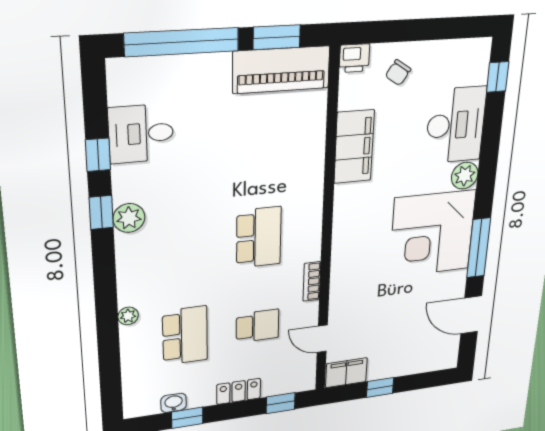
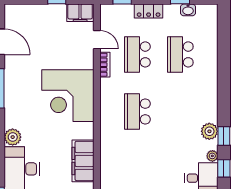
corner desk: (432, 234) -> (68, 96), moved, turned 180
bookcase: (312, 281) -> (105, 65), moved
plant: (128, 316) -> (212, 156), moved
school desk: (258, 326) -> (137, 54), width x1.85

